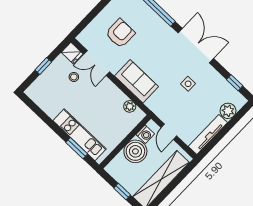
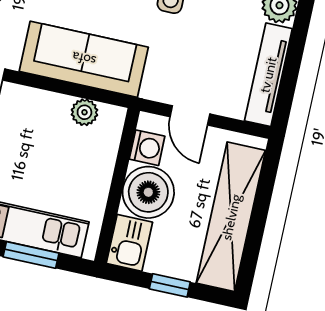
sofa: (136, 81) -> (84, 59), width x1.36
kitchen sink: (117, 166) -> (129, 243), added

